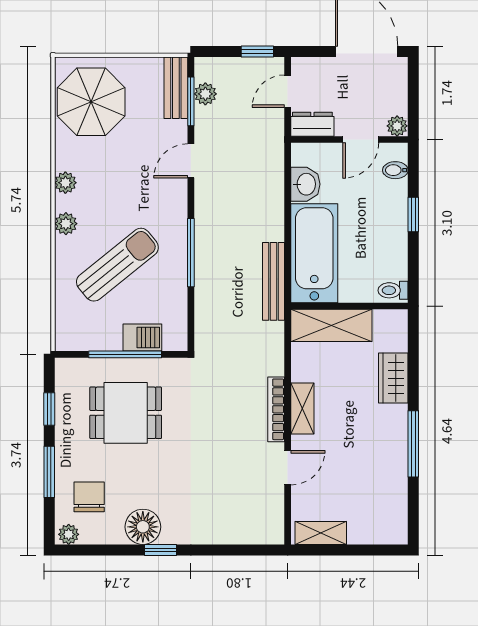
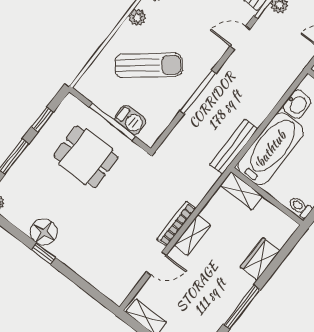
shelving: (331, 325) -> (241, 191), width x0.67, depth x0.75
chair: (89, 497) -> (26, 190), removed

